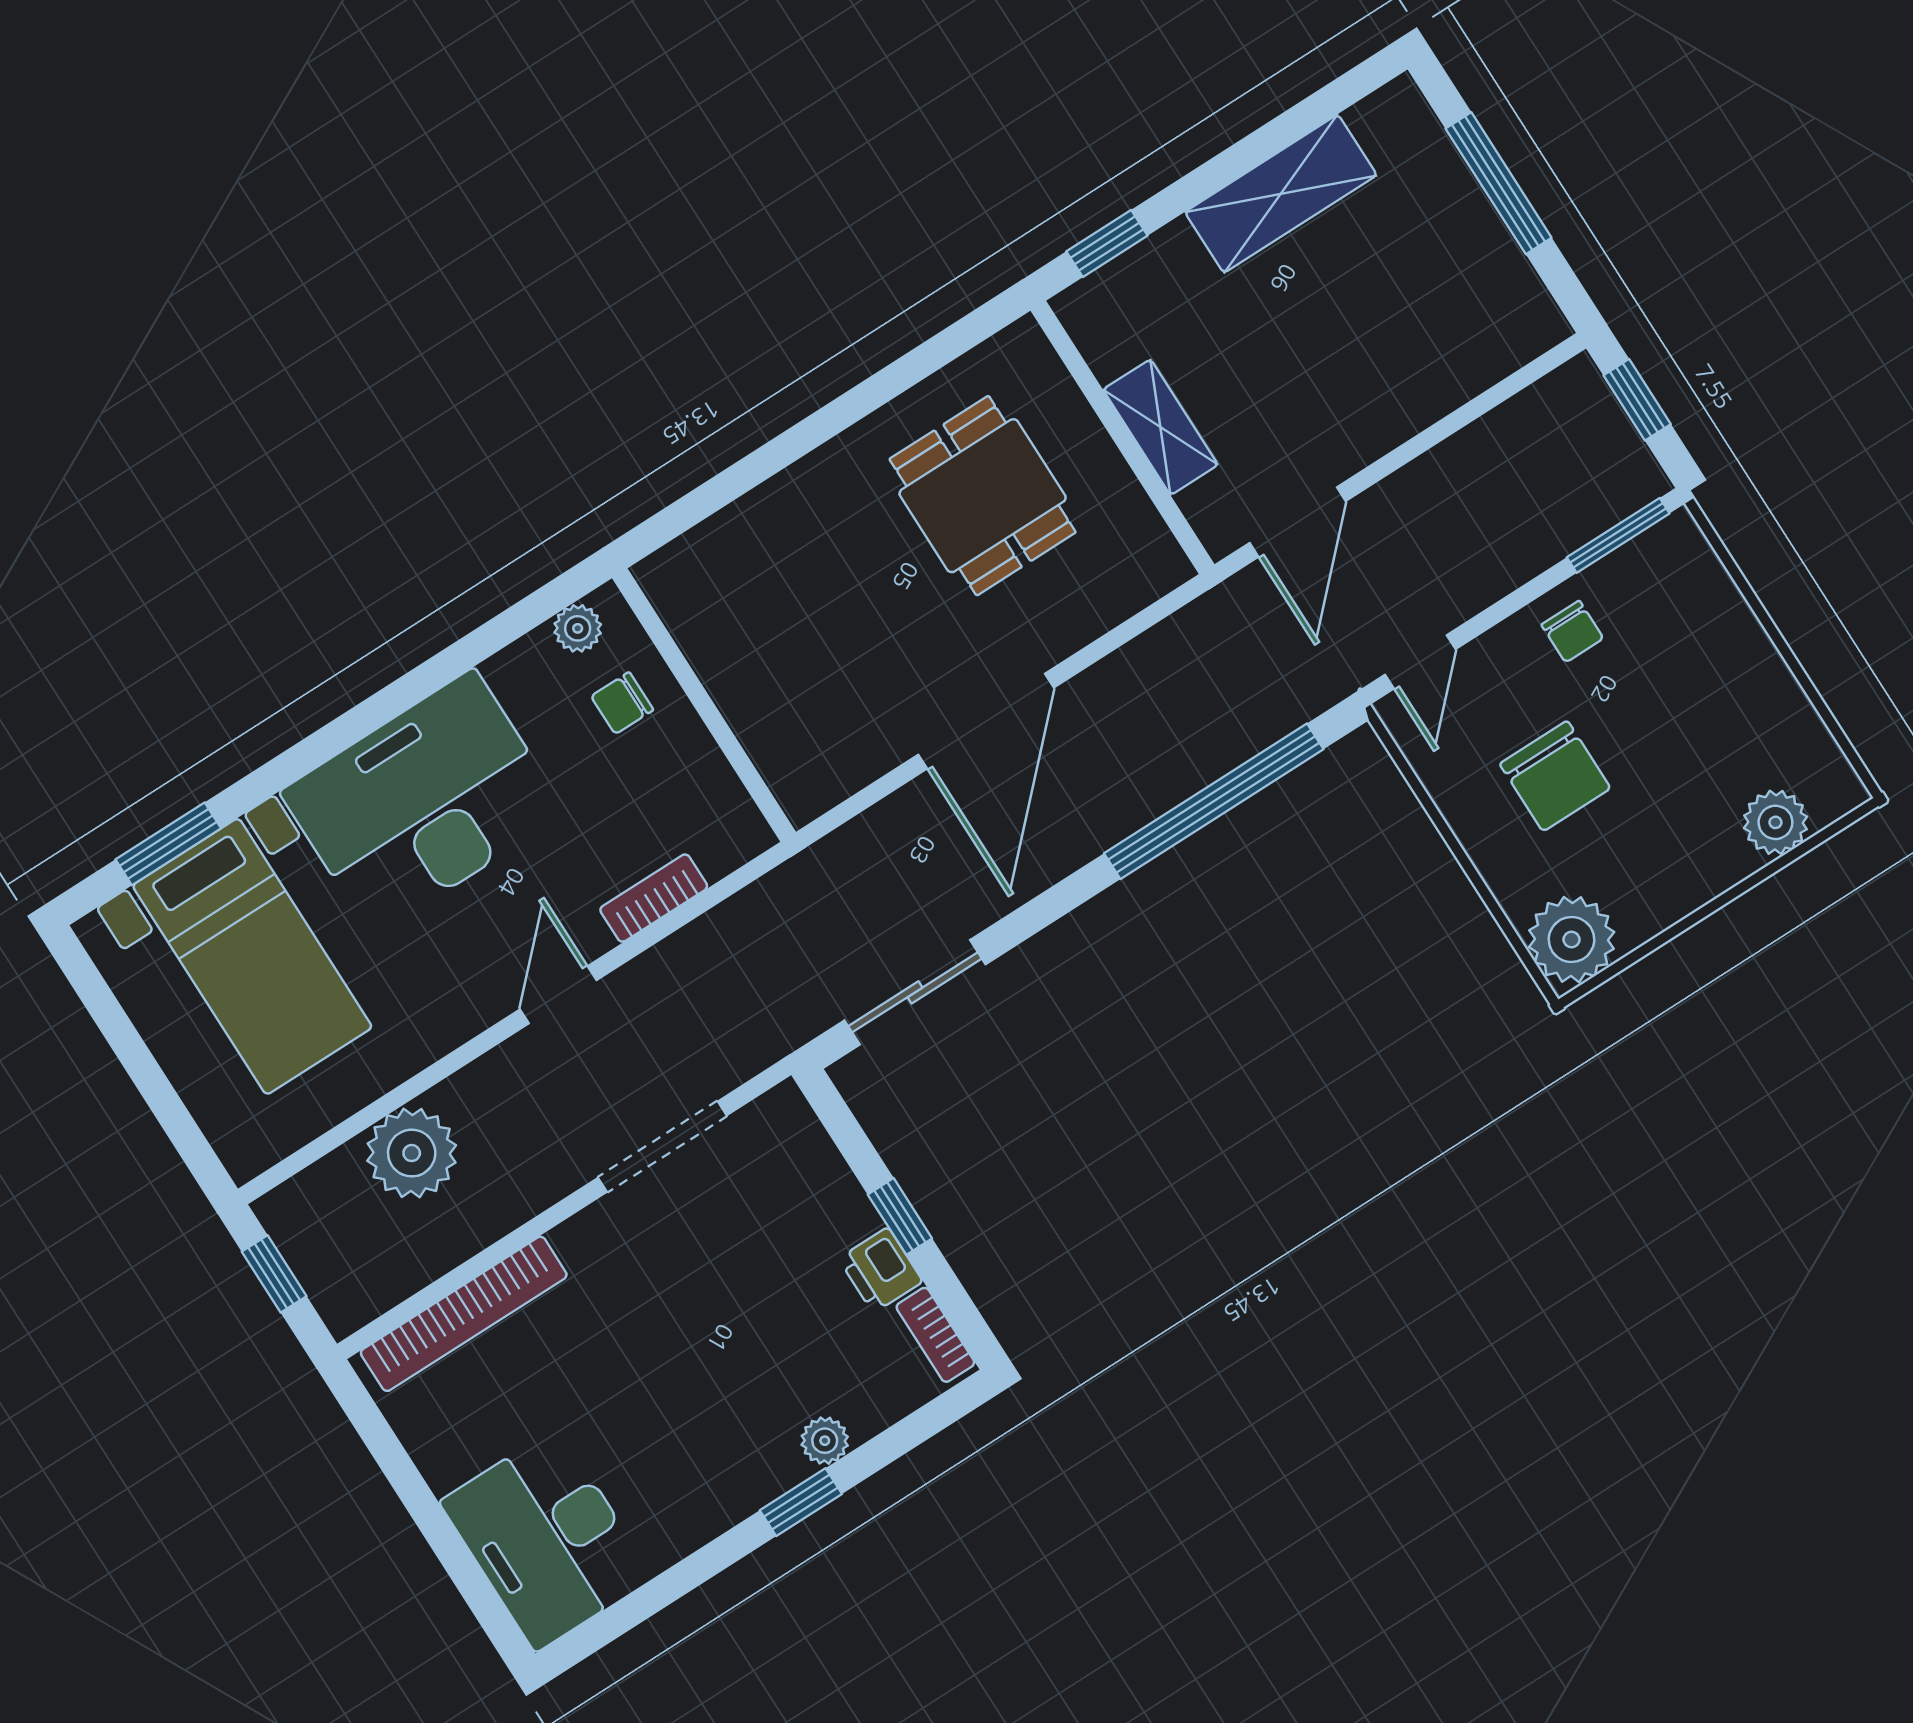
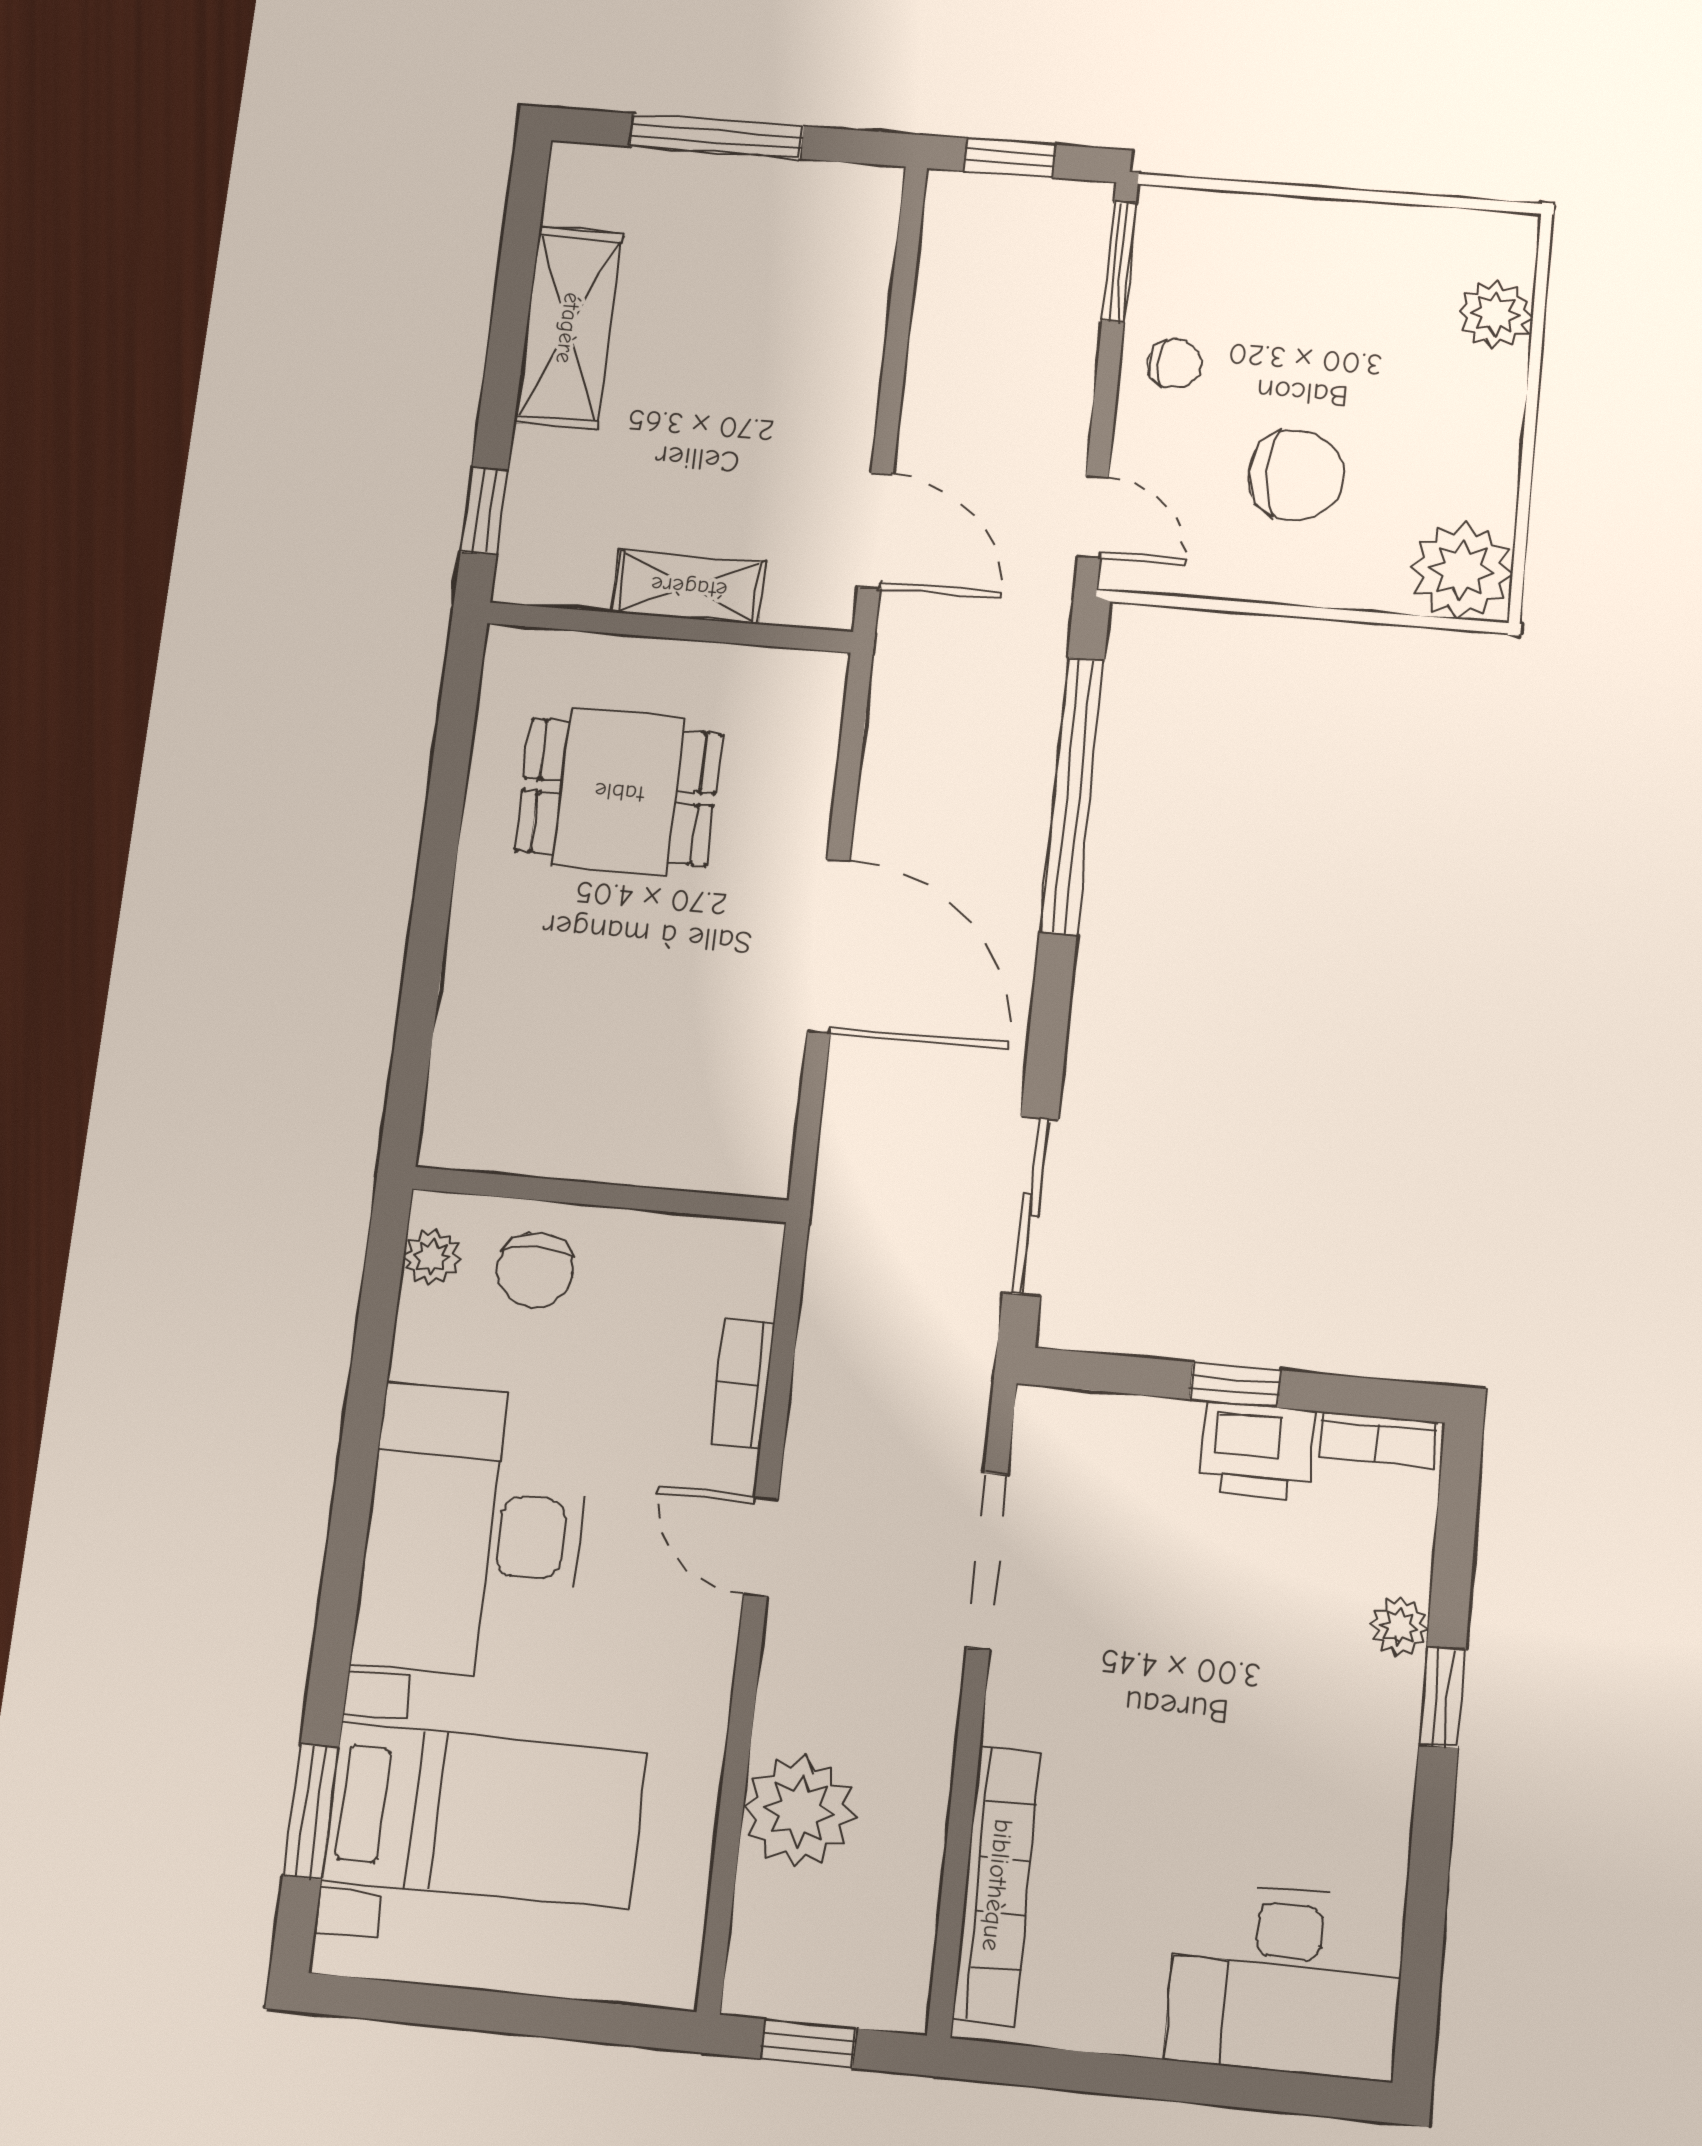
chair: (622, 703) -> (535, 1270), width x1.37, depth x1.37
printer: (881, 1270) -> (1258, 1451), width x1.36, depth x1.24

